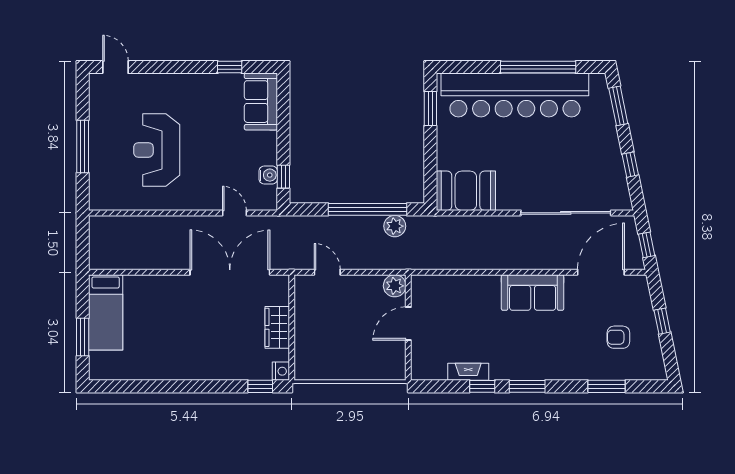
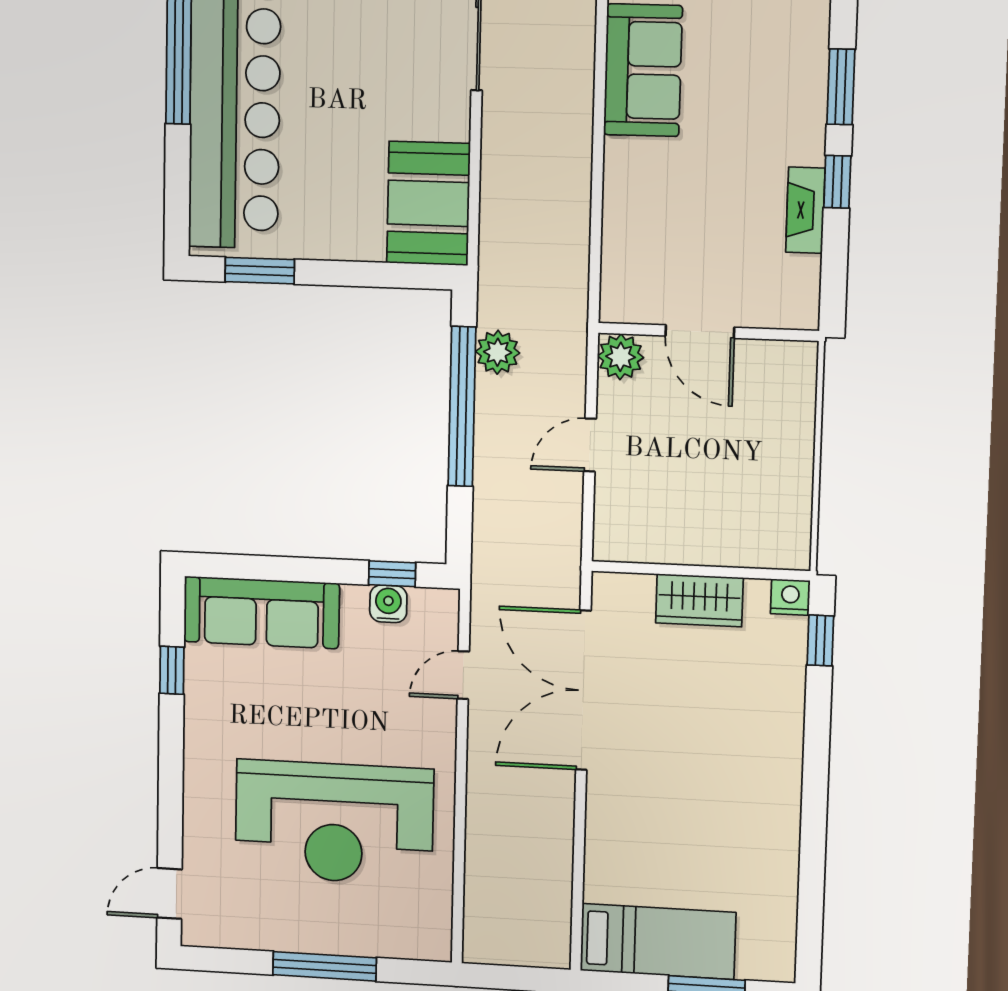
sofa: (261, 102) -> (261, 612), width x1.36
reception desk: (157, 150) -> (334, 822), width x1.36, depth x1.30
door: (327, 272) -> (590, 445), moved

